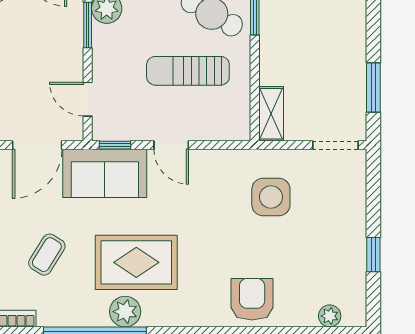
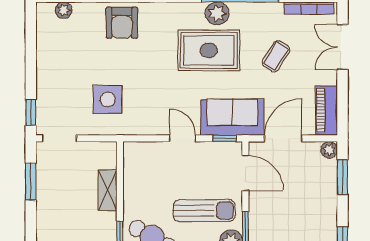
sun lounger: (188, 71) -> (204, 211), moved
door: (88, 99) -> (245, 173), width x1.38
shelving: (271, 114) -> (108, 190), moved
window: (373, 255) -> (31, 112), moved

